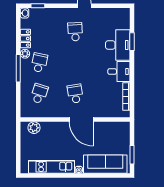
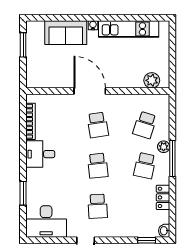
desk: (118, 45) -> (46, 222), moved, turned -90
plant: (25, 54) -> (164, 147), moved
school desk: (75, 63) -> (98, 166), added
sofa: (105, 164) -> (66, 33), width x0.73

